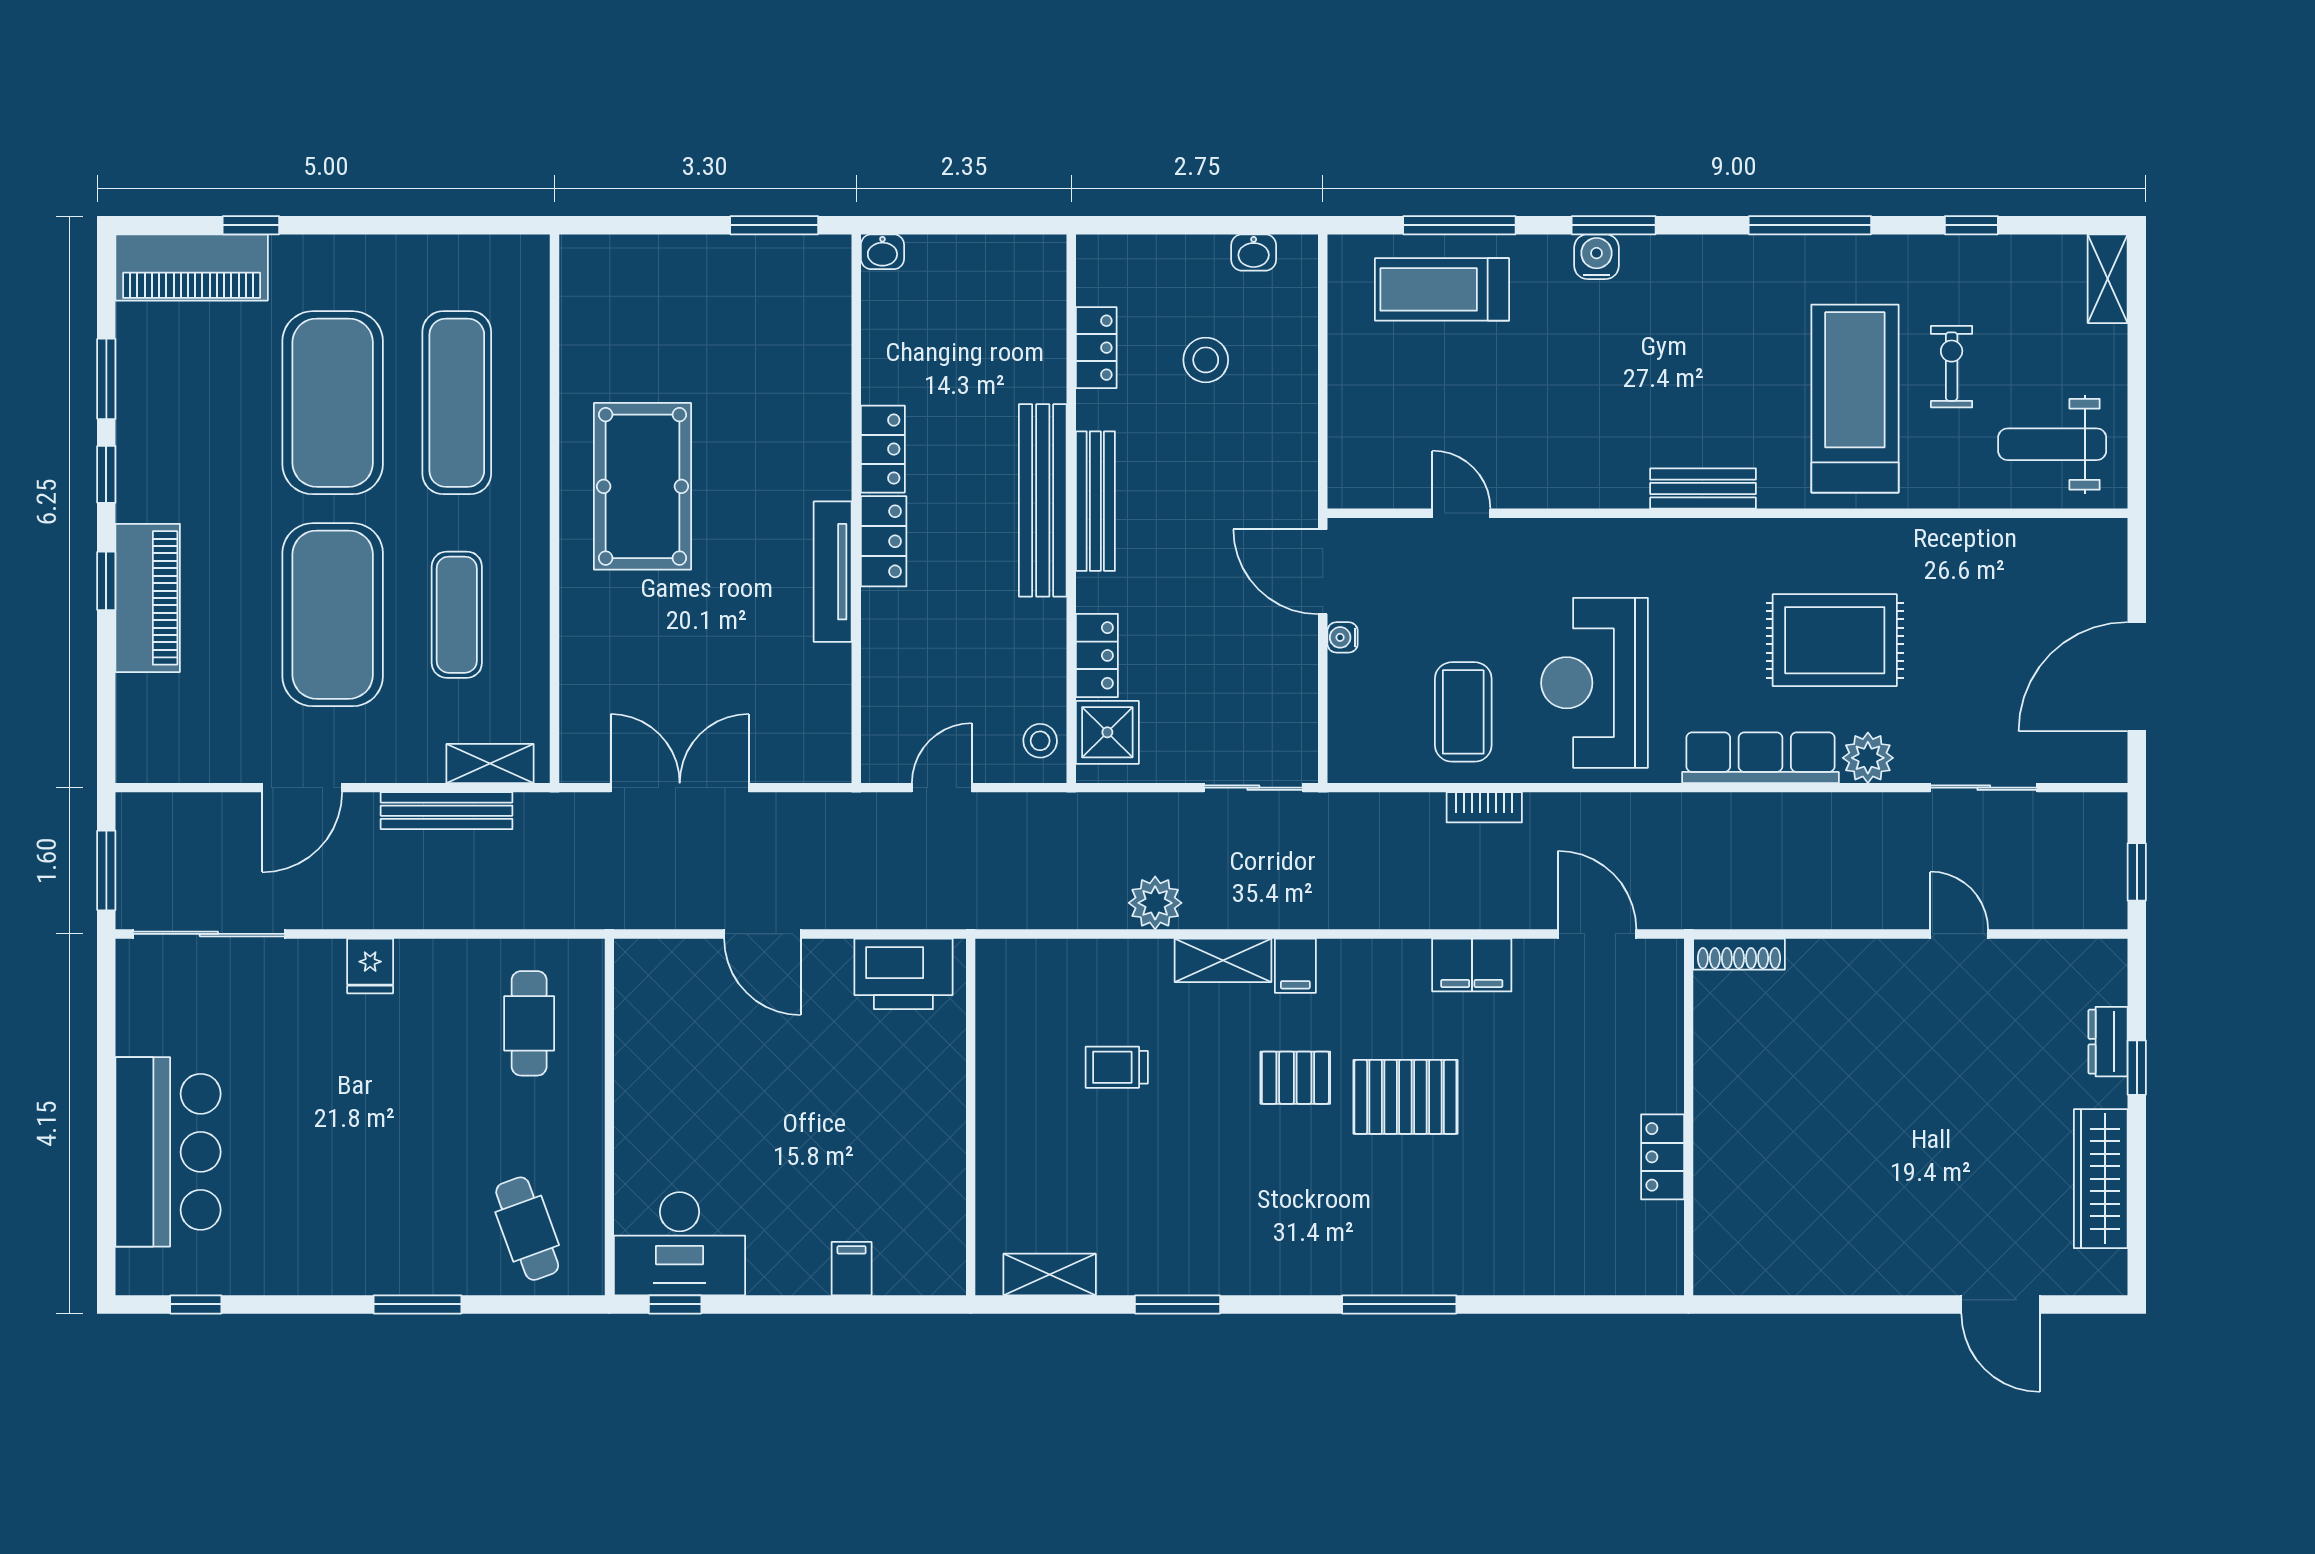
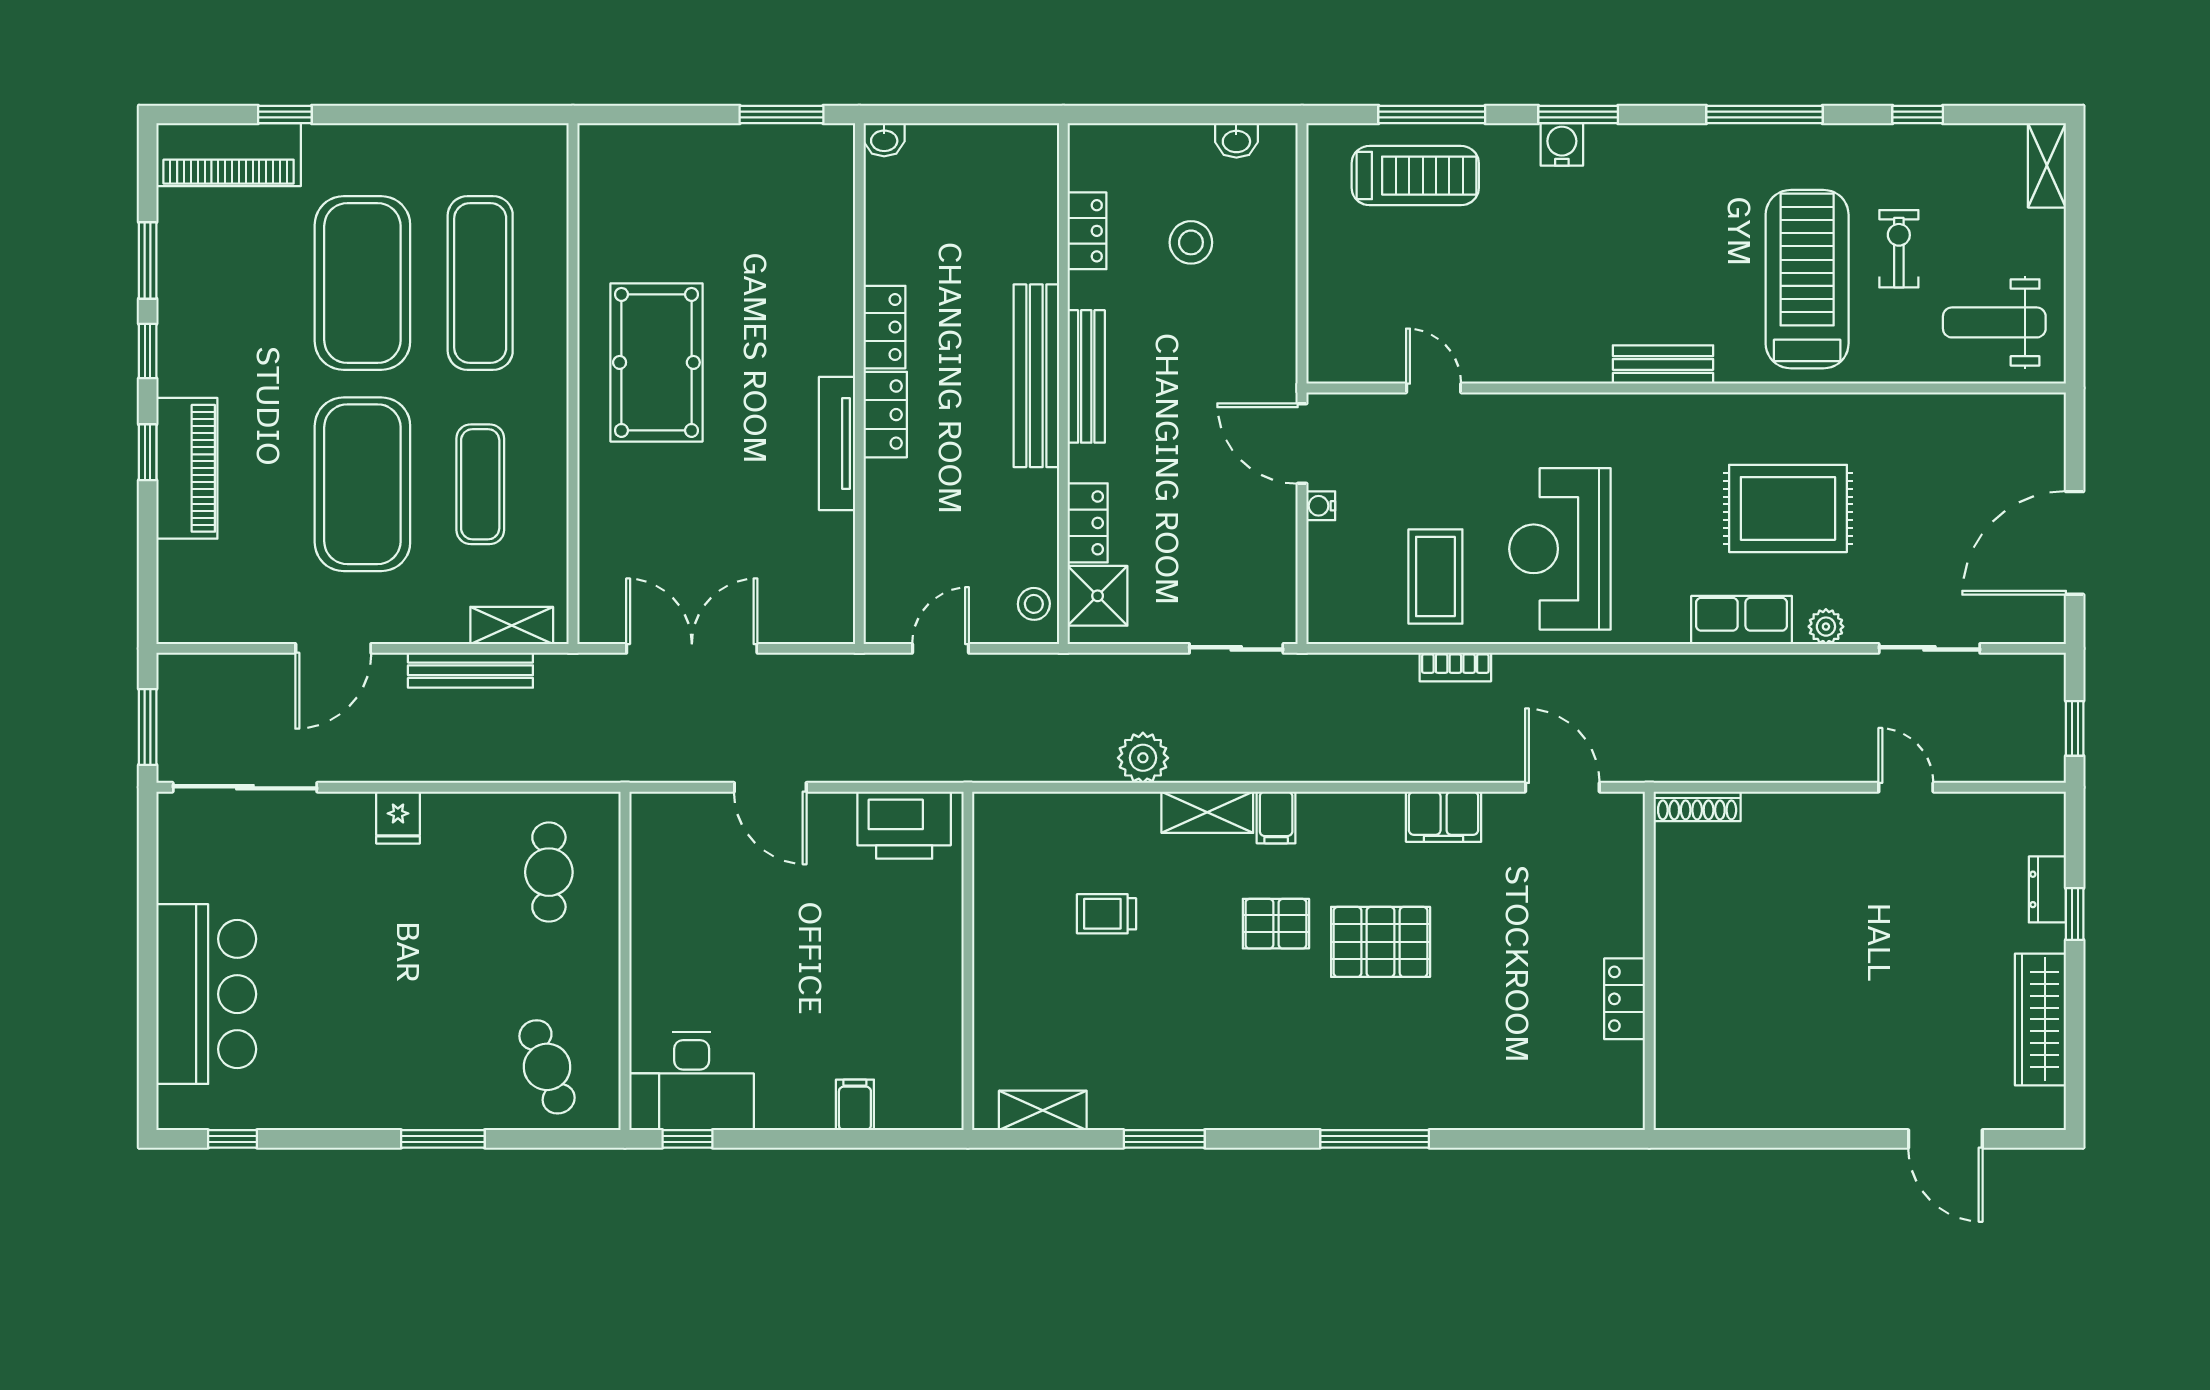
treadmill: (1442, 289) -> (1415, 176), turned 180
row of seats: (1760, 758) -> (1742, 620), width x0.68
plant: (1868, 758) -> (1826, 627), width x0.73, depth x0.73

